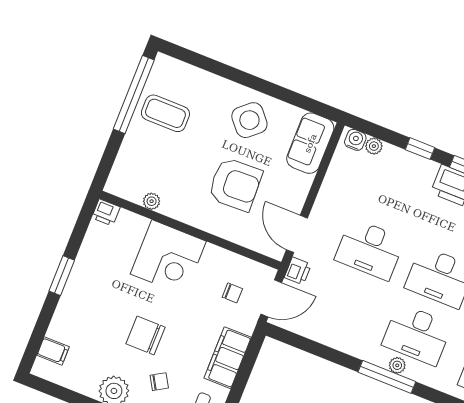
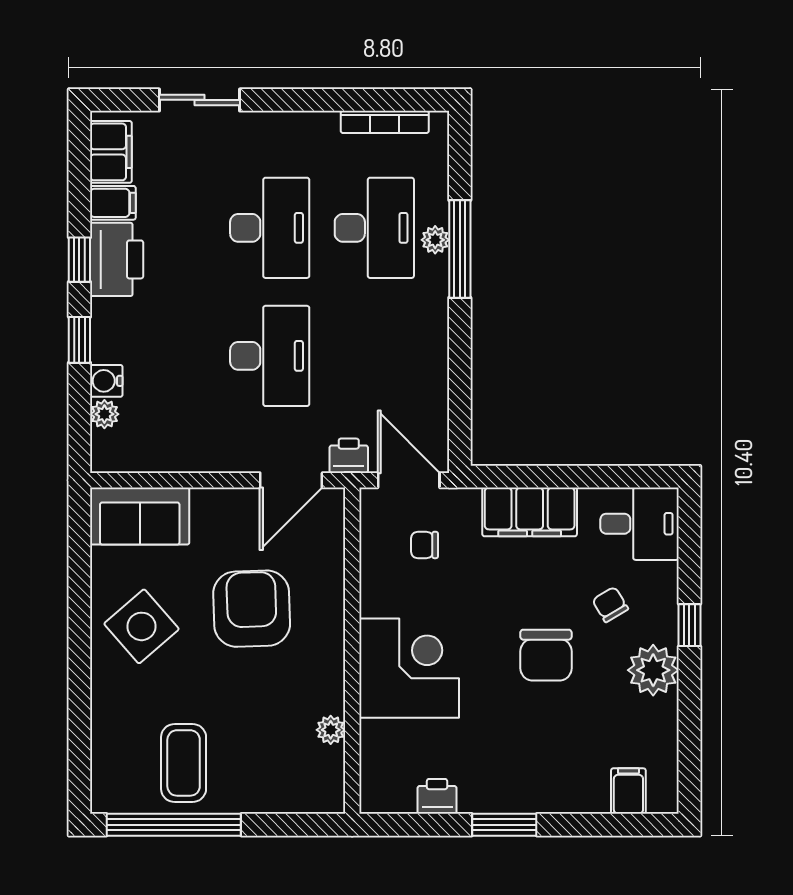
water cooler: (355, 140) -> (106, 381), moved
printer: (106, 212) -> (437, 796), moved, turned -90
chair: (232, 293) -> (424, 545), turned -90

